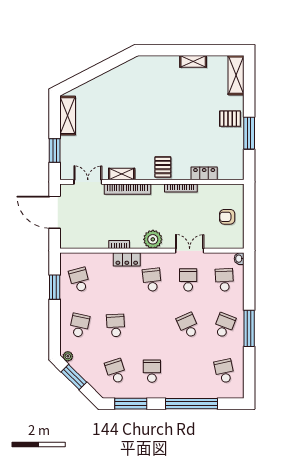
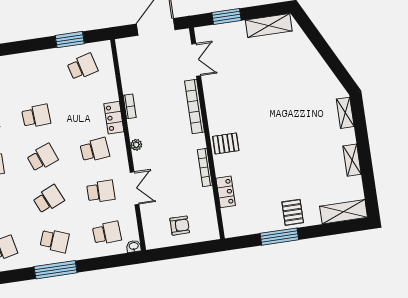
shelving: (122, 174) -> (345, 113), moved
armchair: (227, 217) -> (180, 226), turned 90
plant: (153, 239) -> (136, 145), width x0.53, depth x0.53
school desk: (79, 325) -> (42, 158), moved, turned -33

